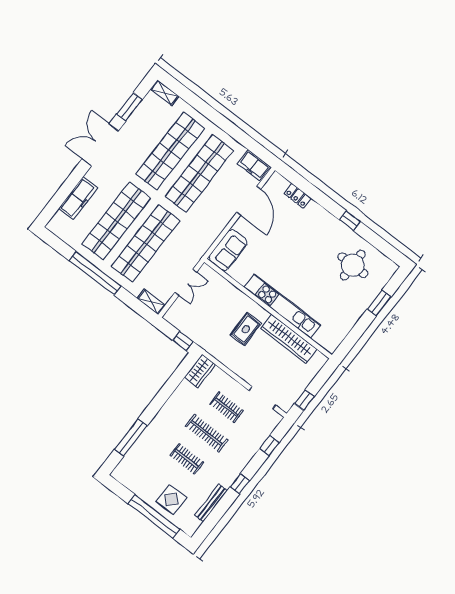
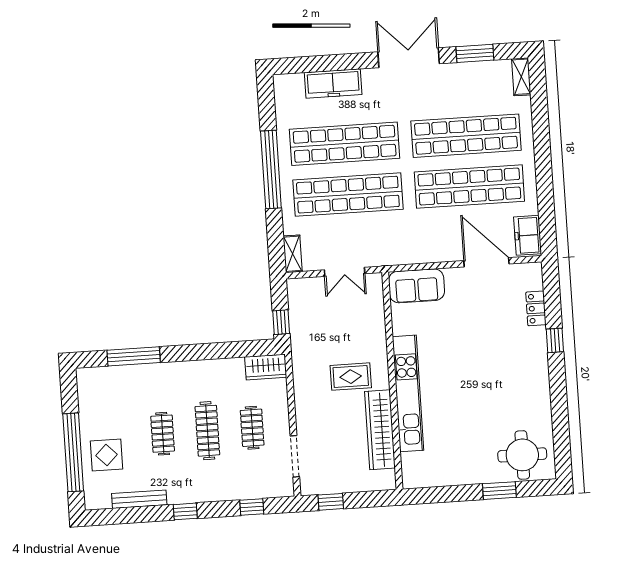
door: (249, 201) -> (486, 262), swing flipped
window: (350, 221) -> (555, 340), moved
round table: (353, 265) -> (522, 455), moved

